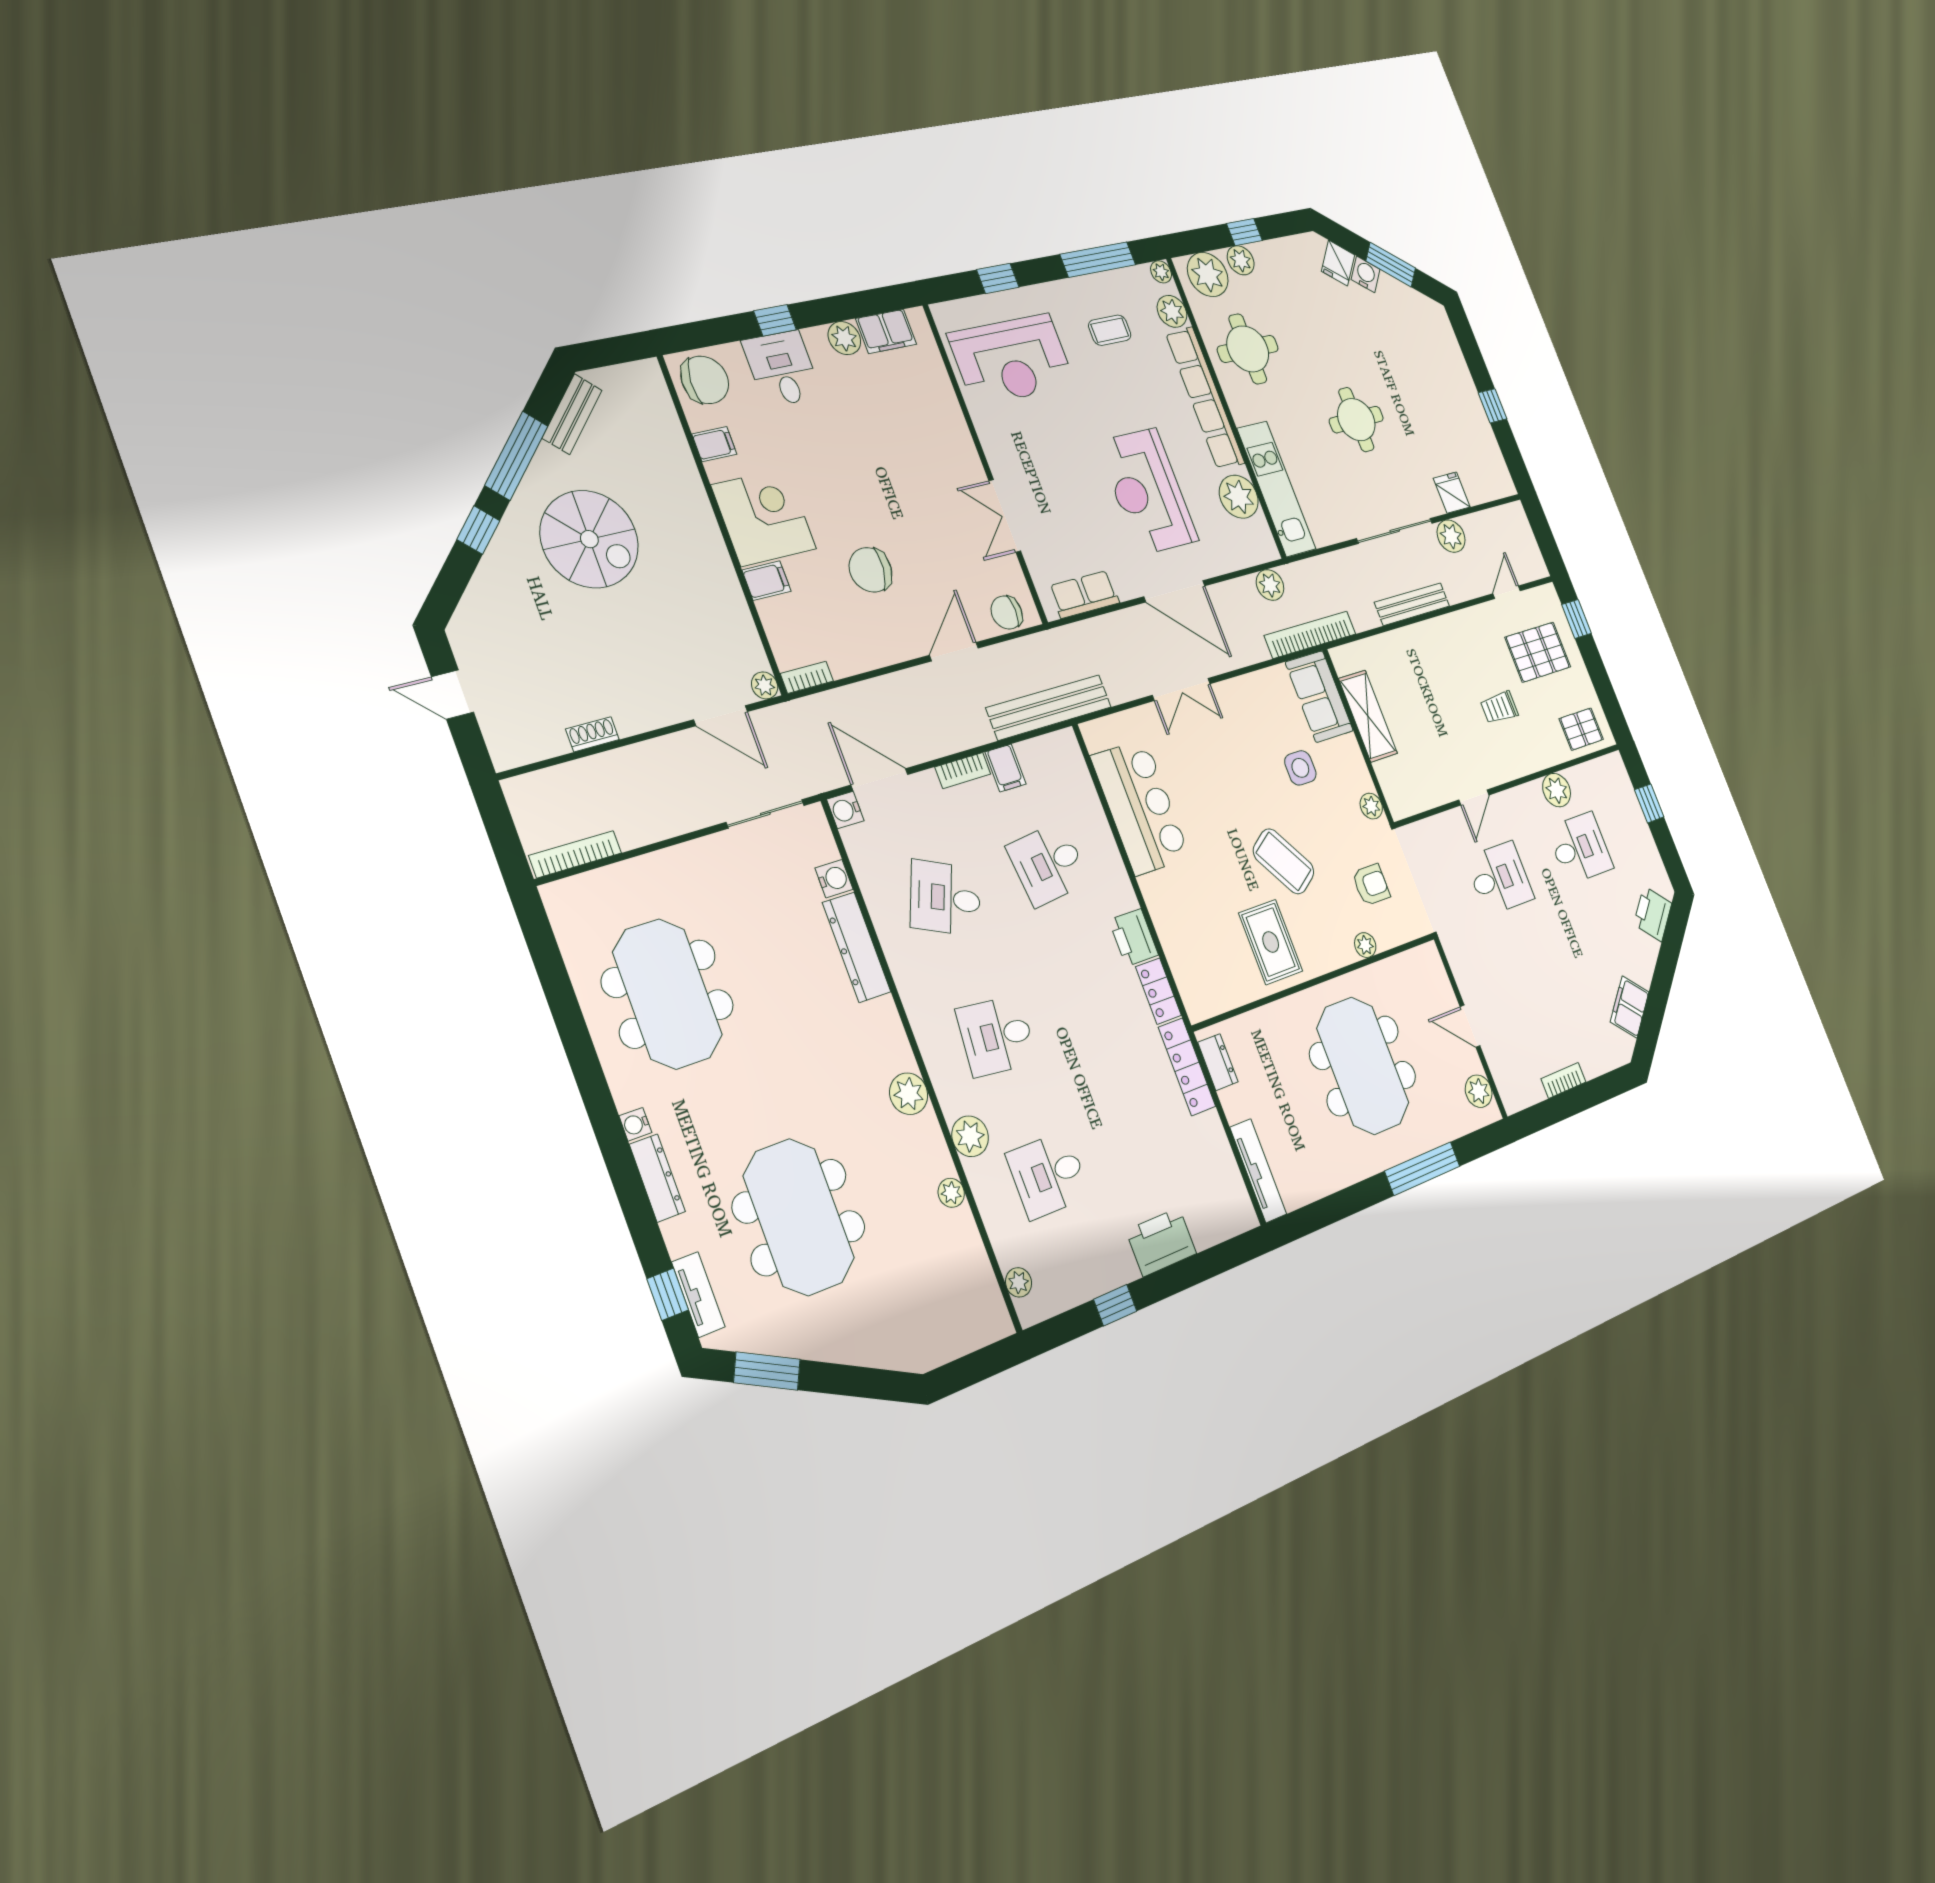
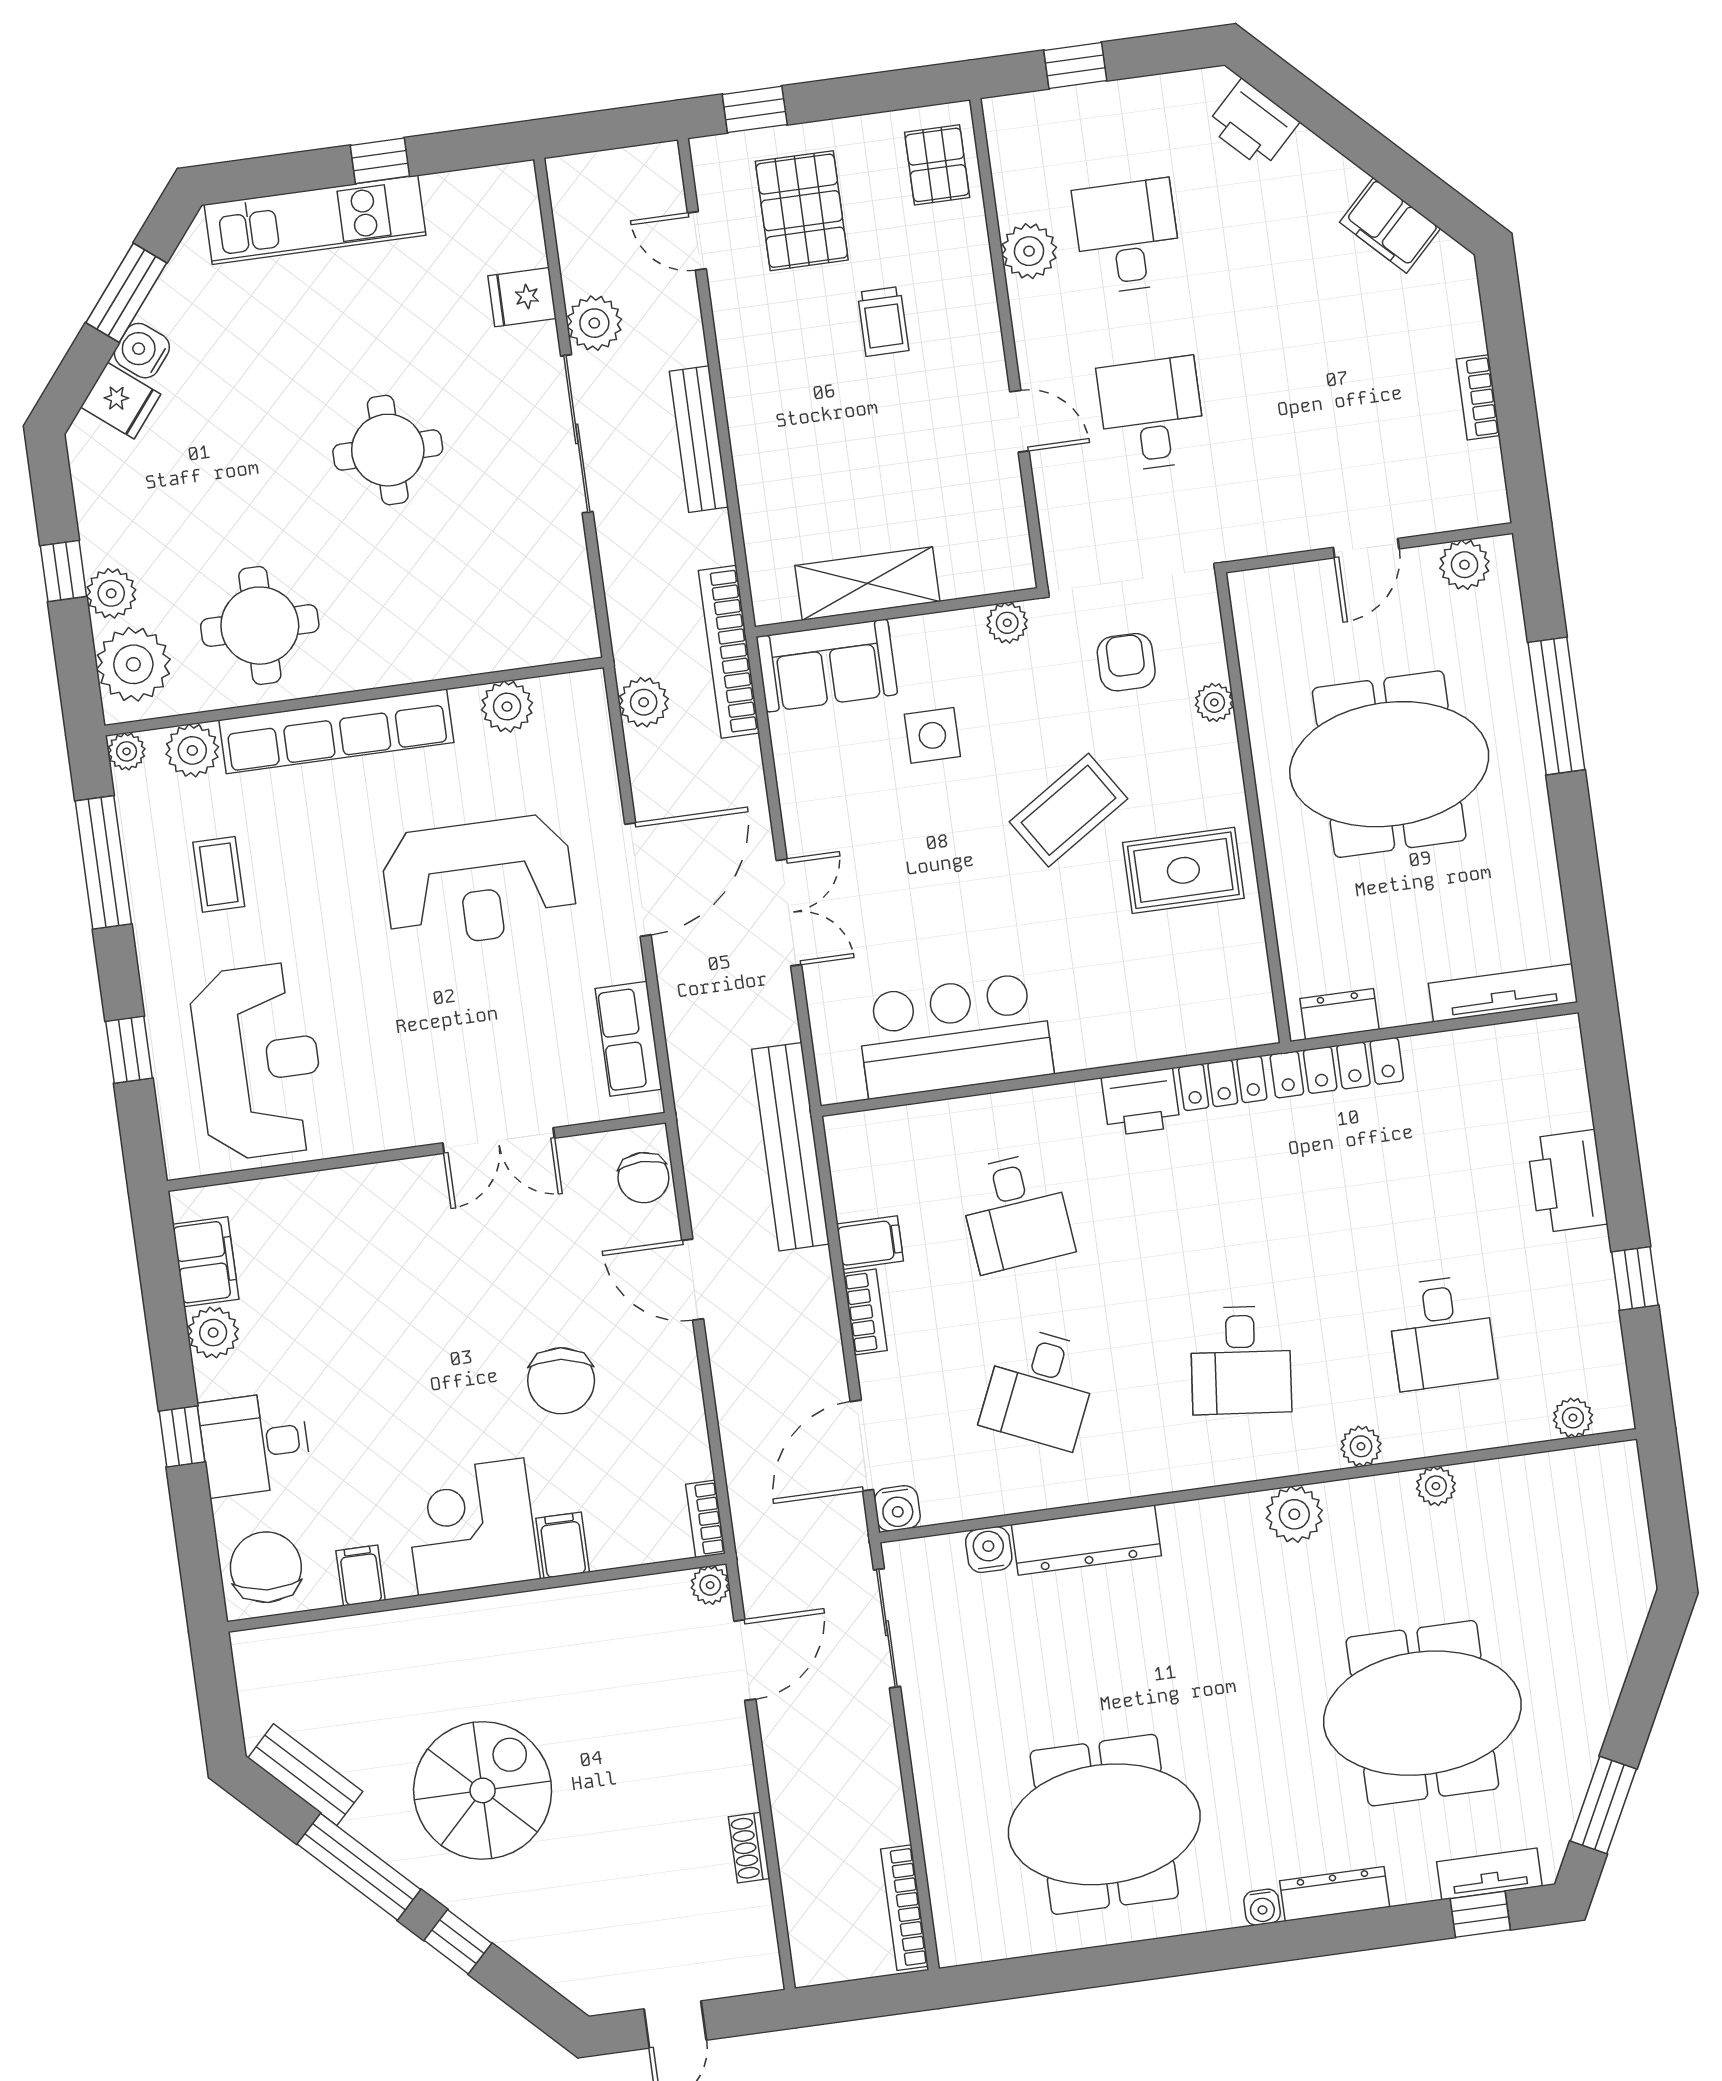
kitchen unit: (1276, 489) -> (315, 220), moved, turned 180
plant: (1239, 497) -> (507, 706), width x0.73, depth x0.73
plant: (970, 1136) -> (1361, 1446), width x0.73, depth x0.73

